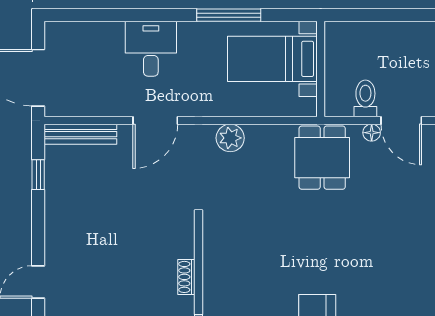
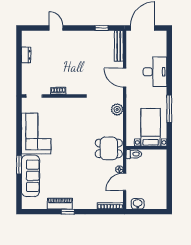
desk: (151, 49) -> (155, 72), width x1.37
toilet: (365, 98) -> (134, 154), moved

